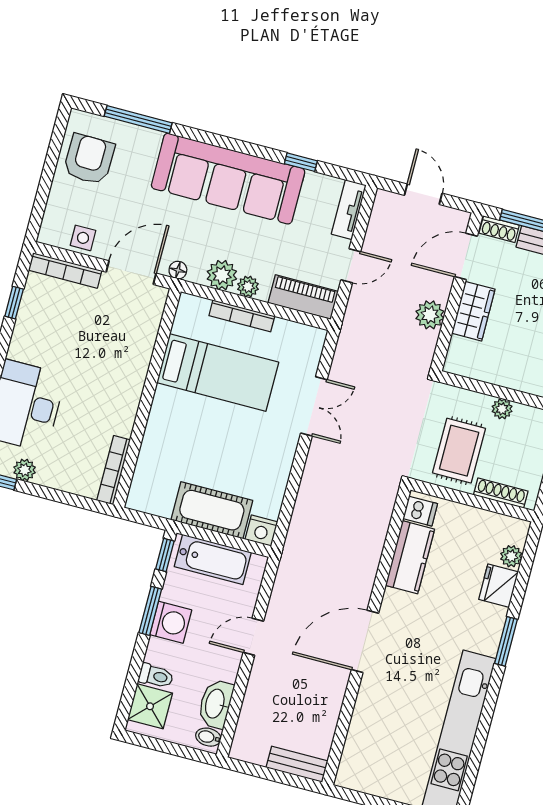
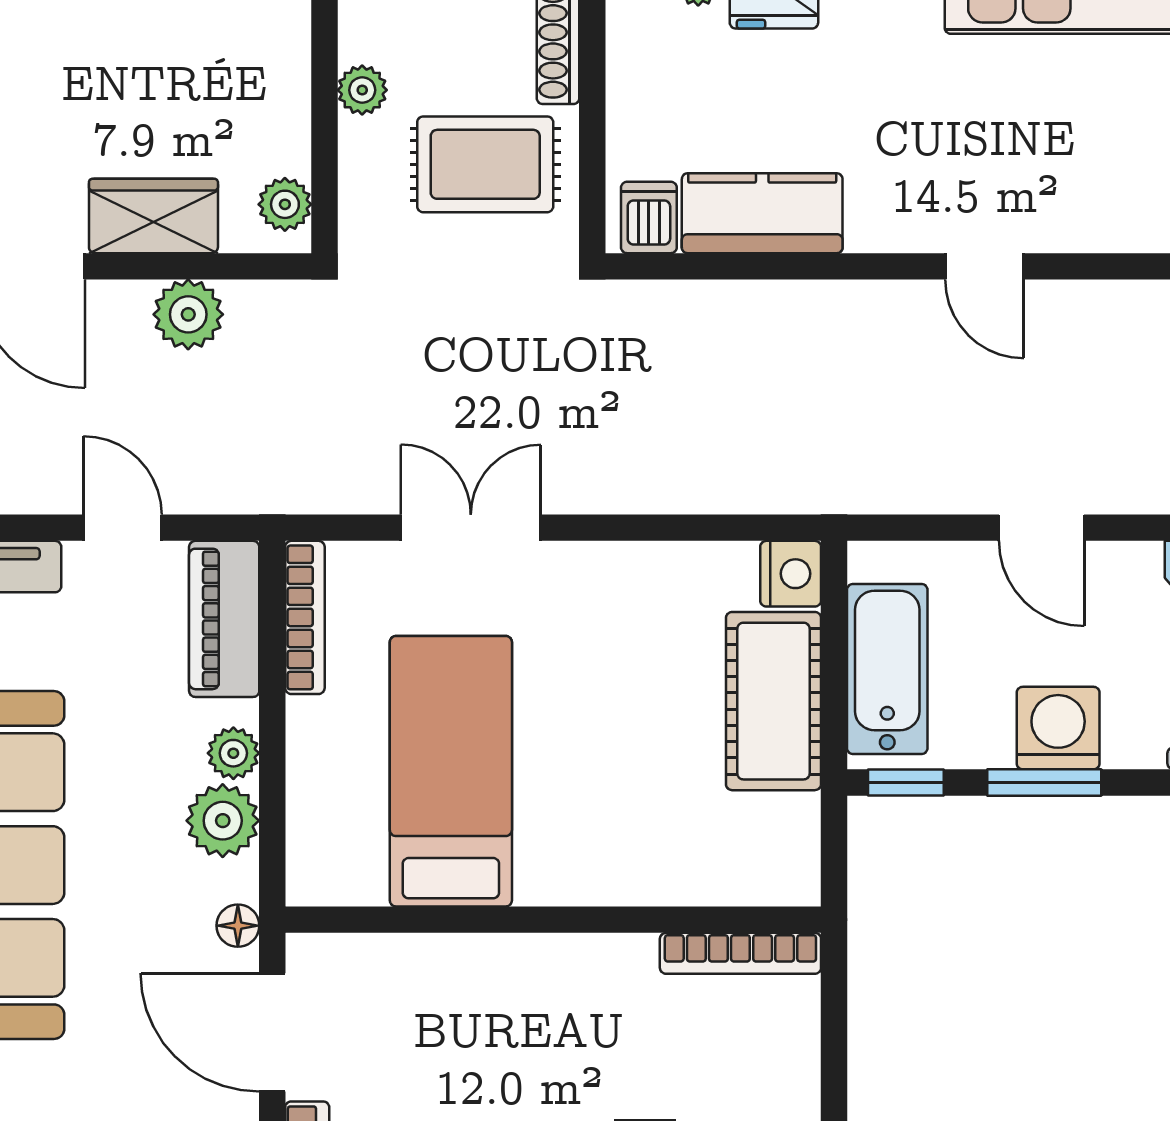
bookcase: (242, 316) -> (305, 617), moved
plant: (464, 366) -> (285, 204), added
door: (365, 641) -> (984, 266), width x0.53

